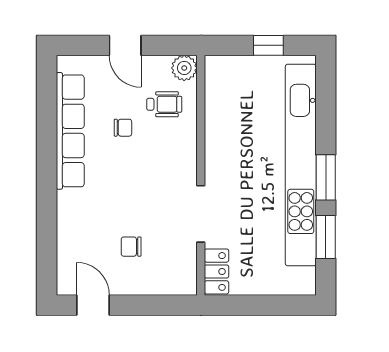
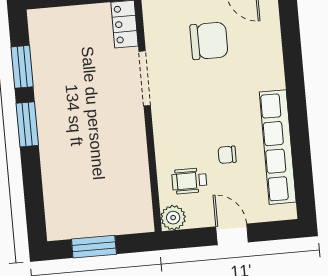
window: (268, 45) -> (94, 247), width x1.50
kitchen unit: (301, 165) -> (52, 134), removed
chair: (131, 247) -> (209, 41), width x1.87, depth x1.87

